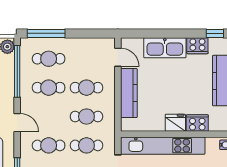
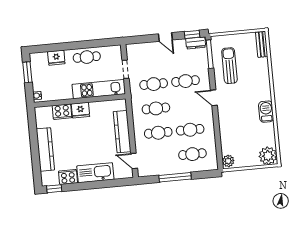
window: (46, 33) -> (175, 177), moved
window: (17, 71) -> (218, 141), removed
kitchen unit: (163, 146) -> (99, 89), width x0.73

